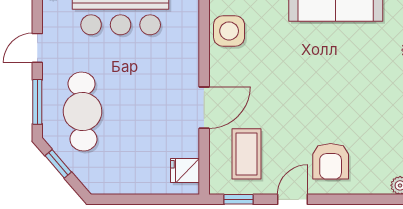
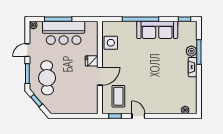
armchair: (331, 161) -> (155, 99), removed
fridge: (185, 171) -> (92, 61), moved
door: (293, 199) -> (138, 116), hinge flipped

